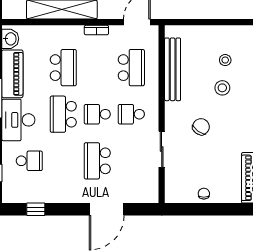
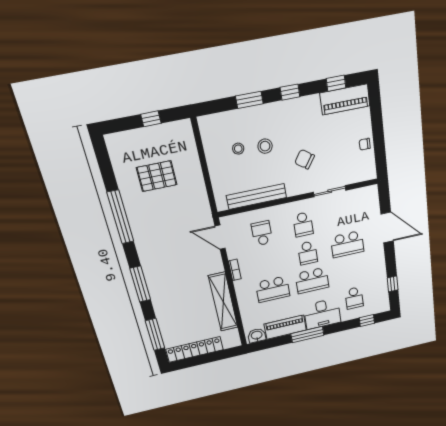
school desk: (63, 68) -> (273, 289), turned 180
school desk: (131, 68) -> (262, 233), width x0.54
school desk: (29, 161) -> (354, 298), turned 180

